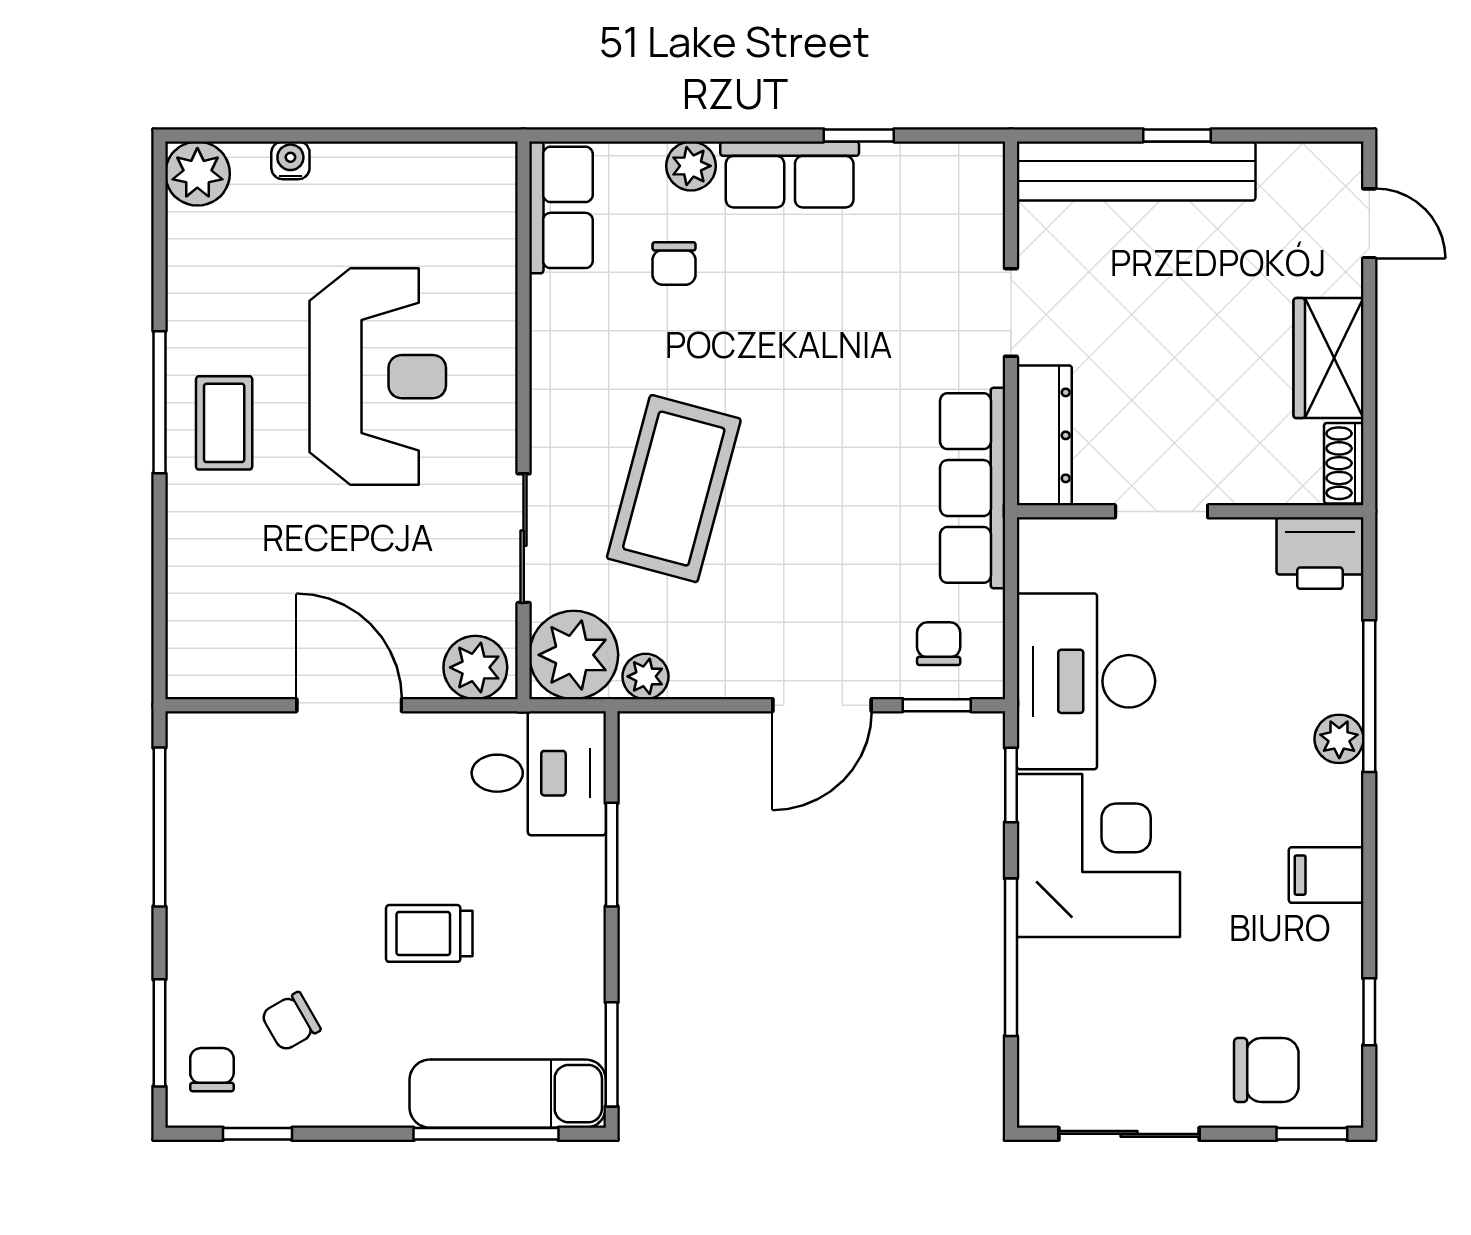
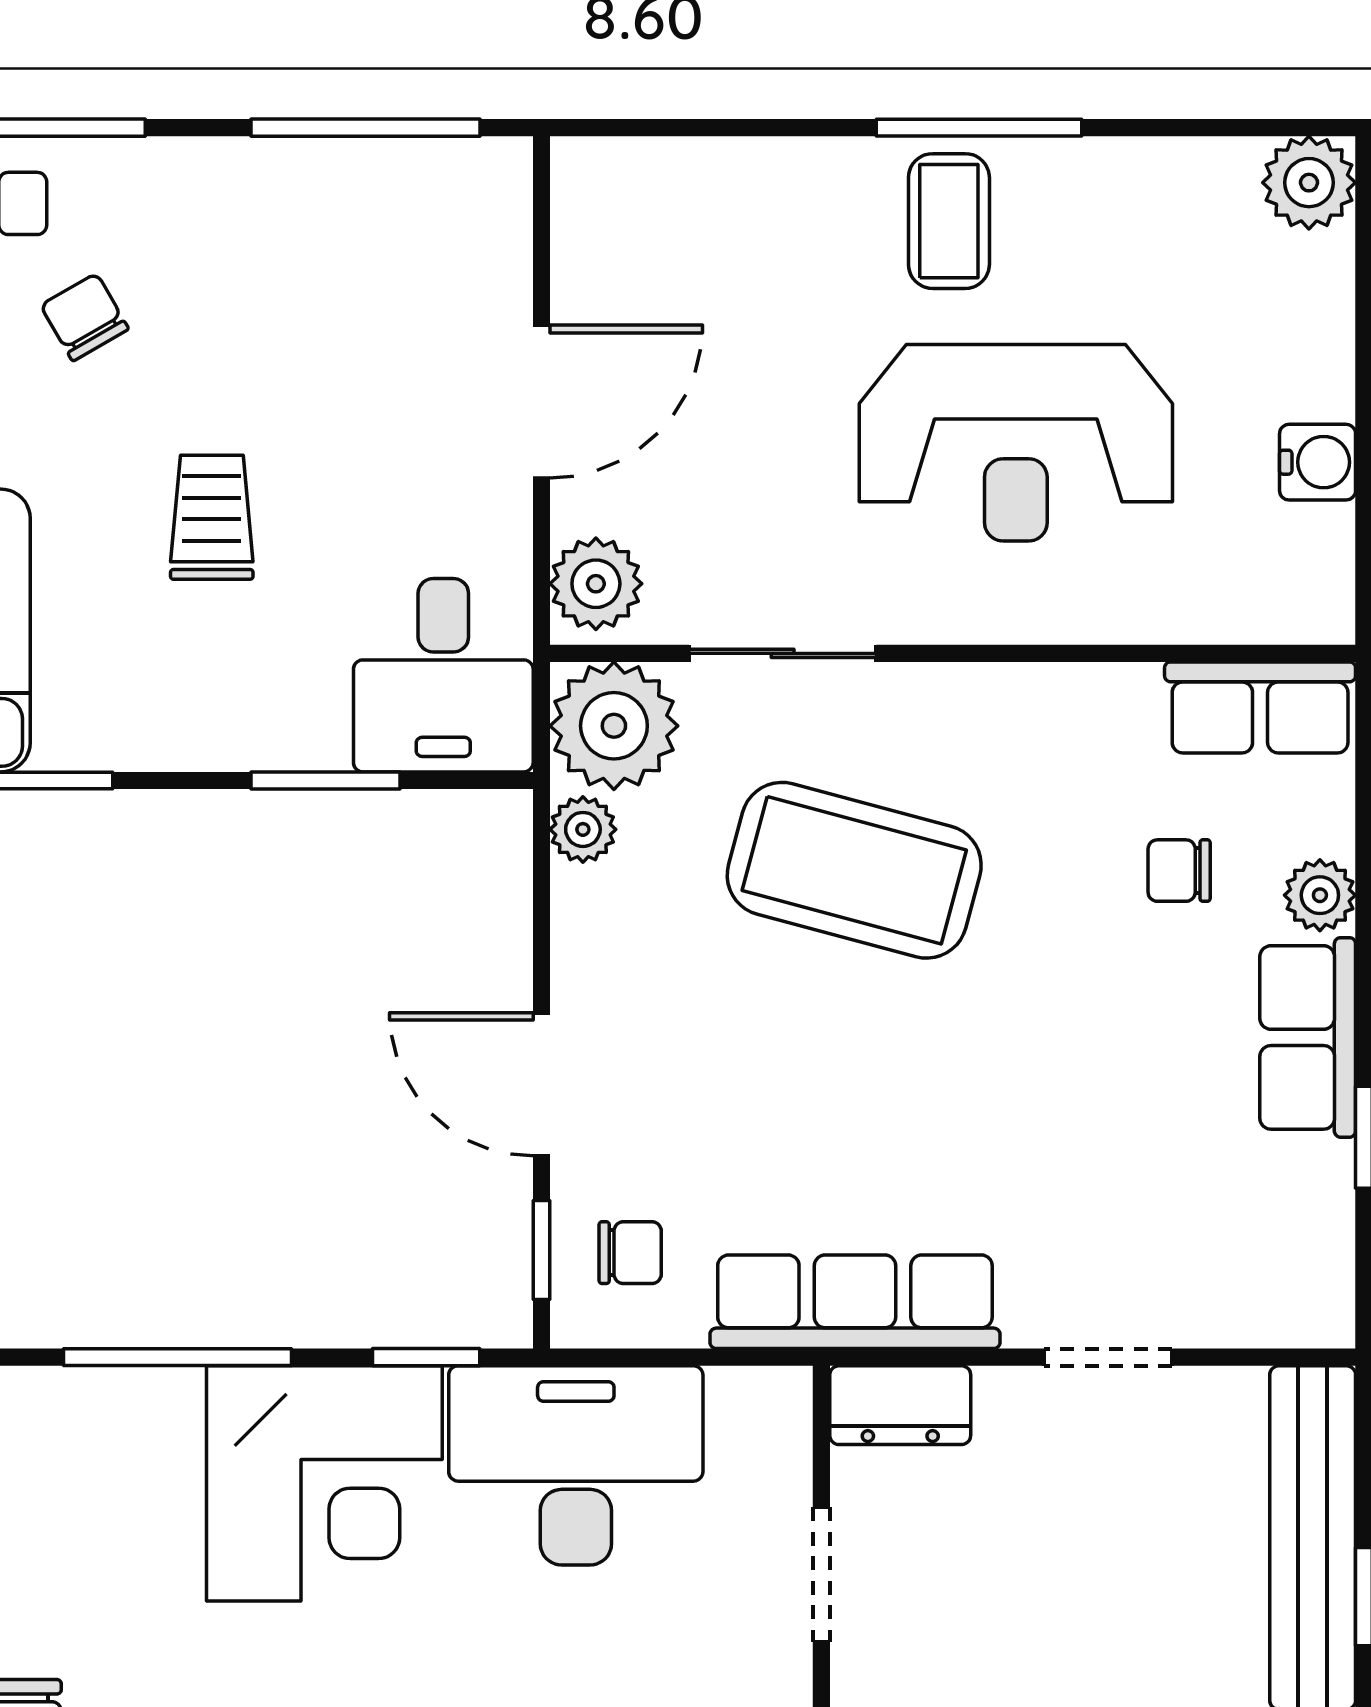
water cooler: (290, 160) -> (1318, 462), moved, width x1.38, depth x1.38
coffee table: (224, 423) -> (949, 221), turned 90
dresser: (1044, 435) -> (900, 1405), width x0.70

